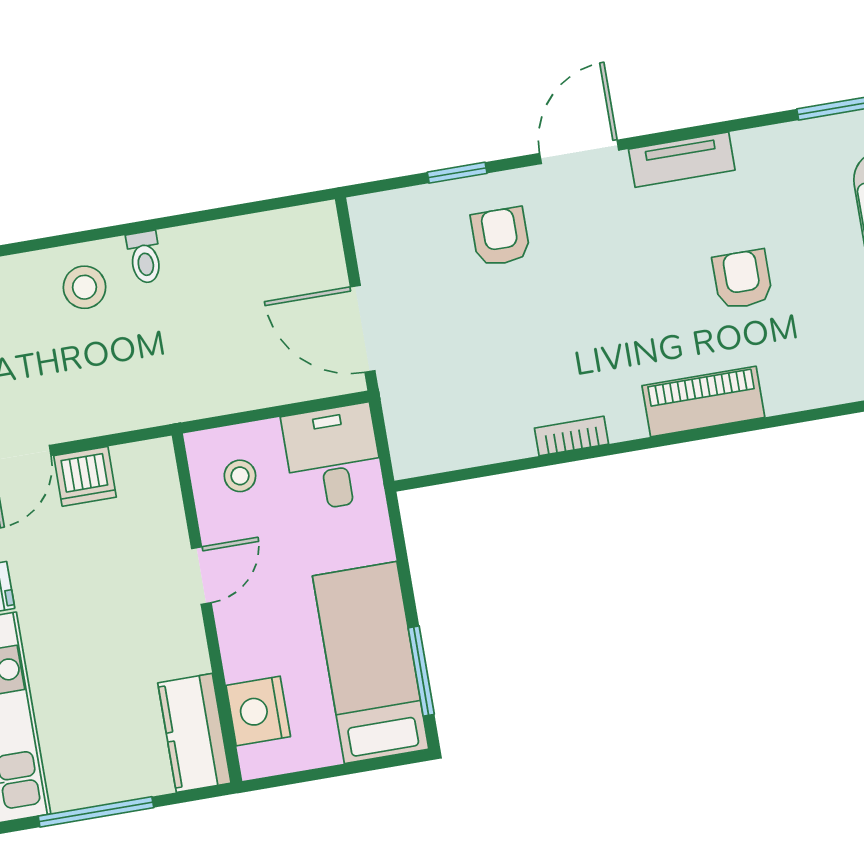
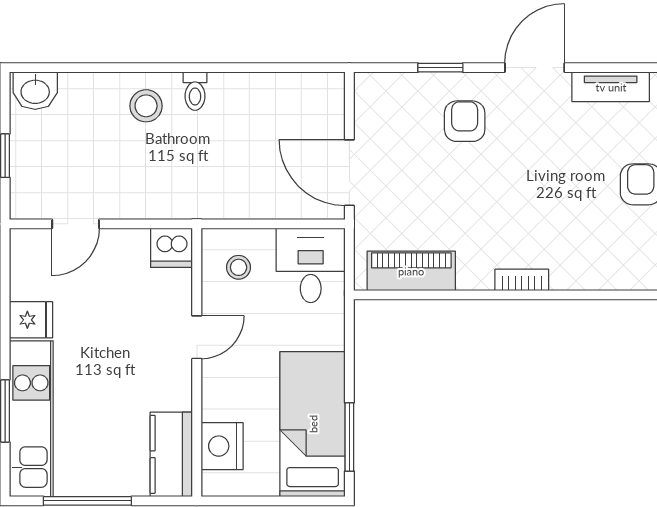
piano: (703, 402) -> (411, 271), moved
bookcase: (571, 436) -> (522, 280), moved
dishwasher: (85, 476) -> (172, 248), moved

